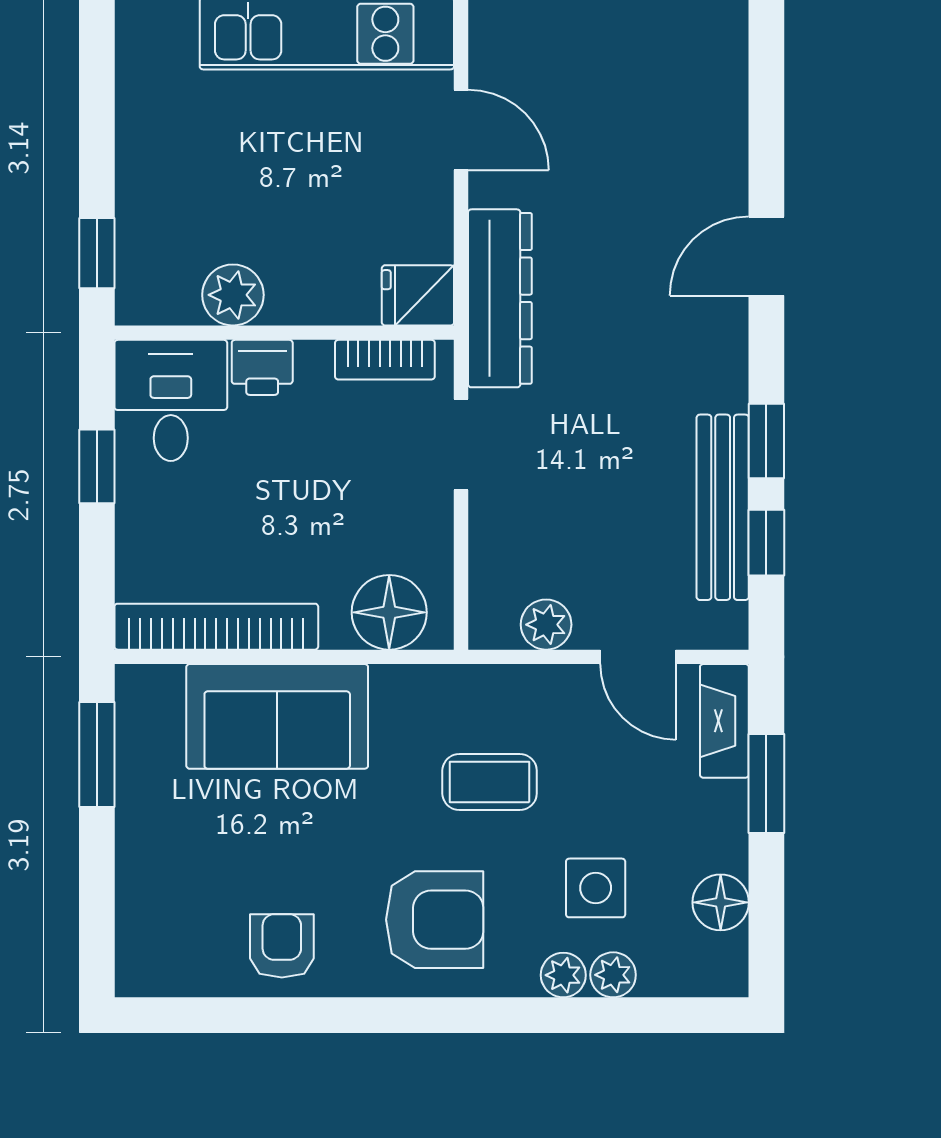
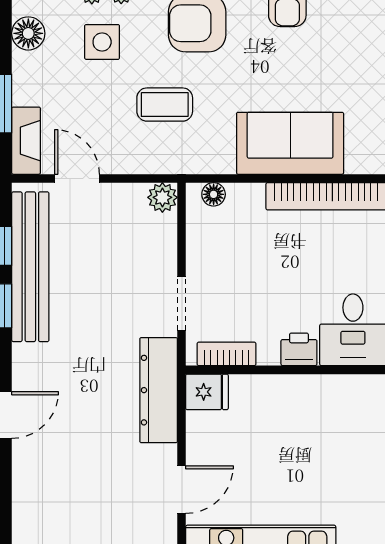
door: (461, 130) -> (182, 490), swing flipped
plant: (233, 295) -> (316, 392), removed
bench: (723, 507) -> (30, 267), width x1.37, depth x1.21
floor lamp: (389, 612) -> (214, 194), width x0.53, depth x0.53
plant: (546, 625) -> (162, 197), moved

